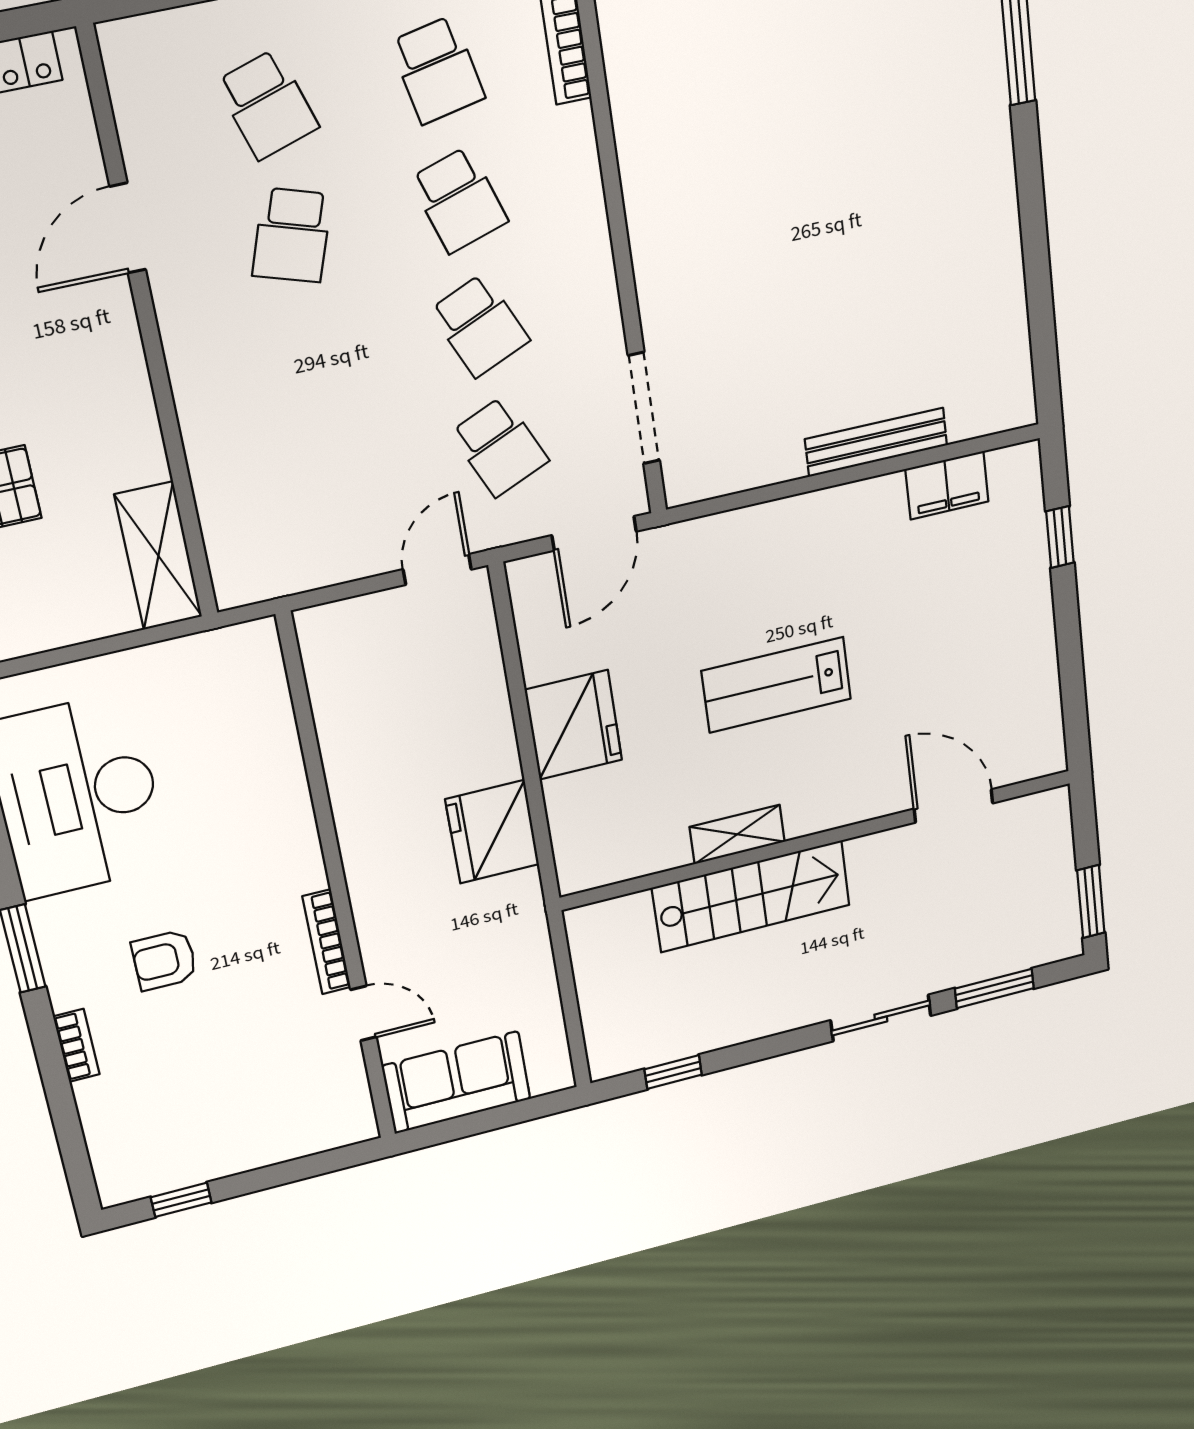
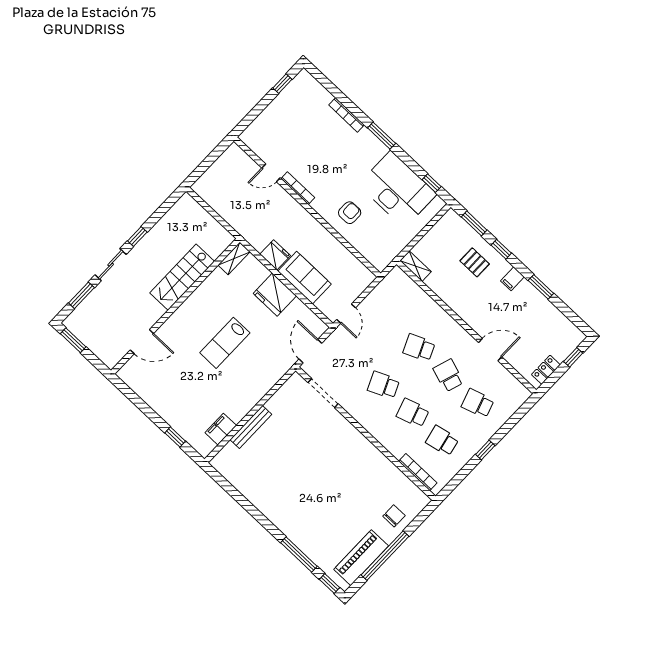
door: (128, 228) -> (490, 350), hinge flipped
school desk: (500, 447) -> (419, 348), moved
shelving: (158, 556) -> (416, 266), width x0.67, depth x0.75
lab bench: (776, 685) -> (225, 343), turned 180
fridge: (492, 832) -> (275, 255), width x0.73, depth x0.75
shelving: (737, 834) -> (234, 258), moved
armchair: (164, 960) -> (350, 213), moved
bookcase: (76, 1045) -> (347, 115), width x1.56
window: (673, 1072) -> (137, 236), moved
sofa: (456, 1082) -> (304, 278), moved, turned -90

